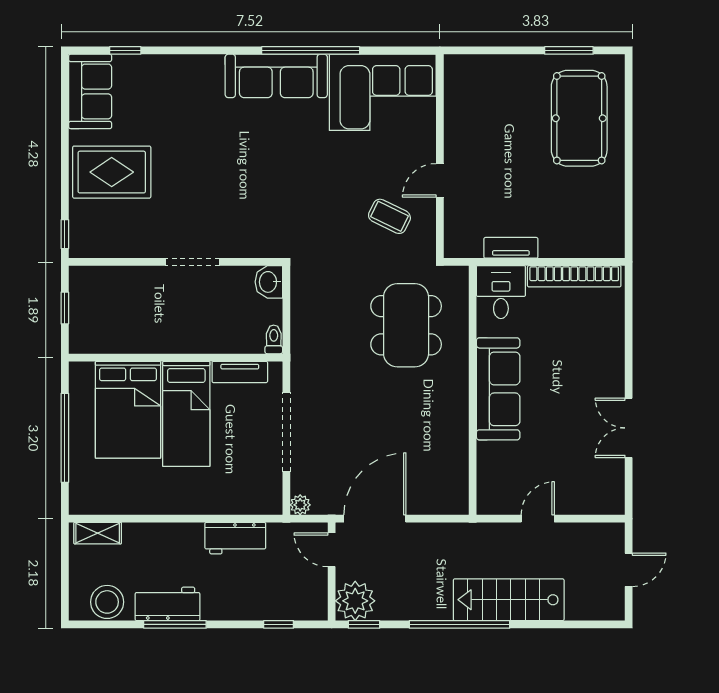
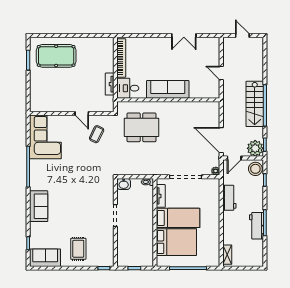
sofa: (276, 76) -> (39, 206), moved, width x0.73
rug: (112, 172) -> (78, 249), width x0.73, depth x0.70
stairs: (509, 600) -> (255, 104), moved
stool: (107, 602) -> (255, 169), moved

